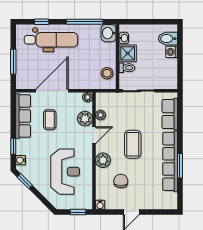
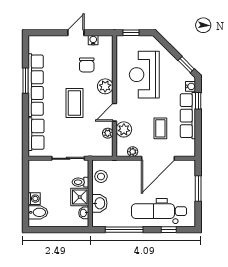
washbasin: (109, 33) -> (99, 203), moved
plant: (88, 97) -> (133, 152), moved
row of seats: (23, 116) -> (188, 116), moved
water cooler: (100, 205) -> (93, 40), moved

